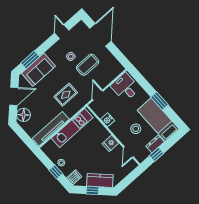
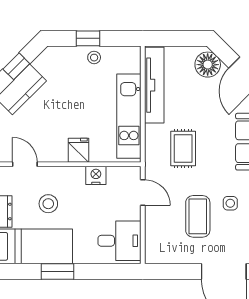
fridge: (110, 143) -> (79, 150), moved
dishwasher: (74, 177) -> (57, 57), removed

